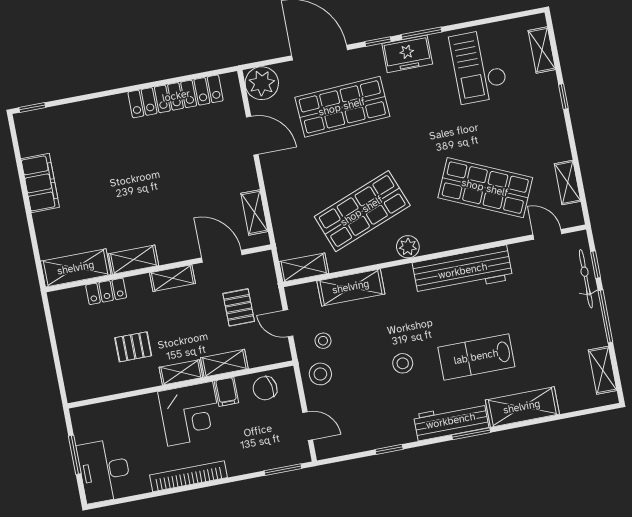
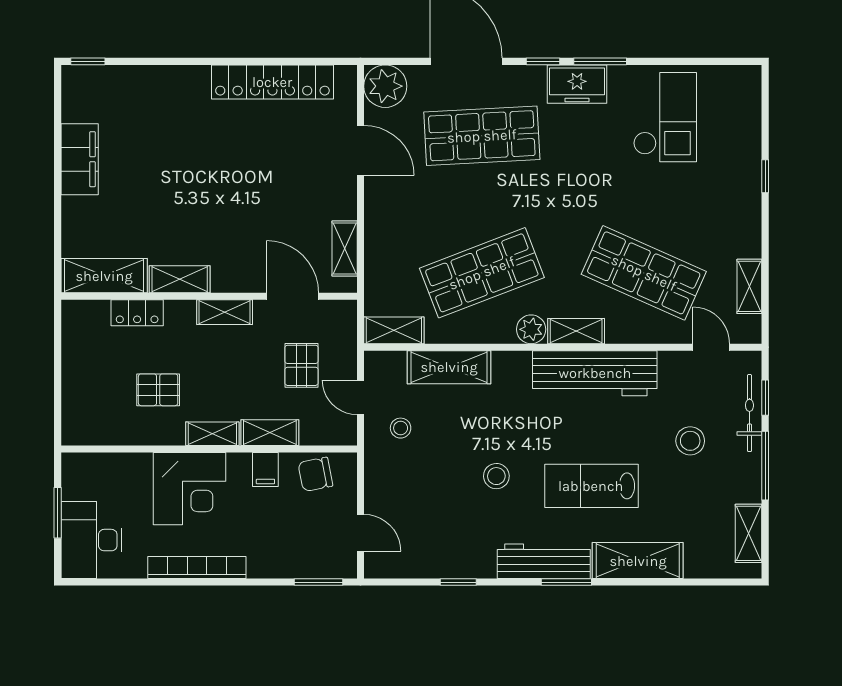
shelving: (542, 50) -> (576, 331), moved, turned 90
checkout: (479, 66) -> (665, 117), turned 180
stool: (320, 374) -> (690, 441), moved
corner desk: (190, 414) -> (190, 489), moved

